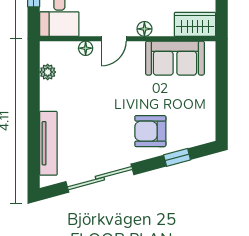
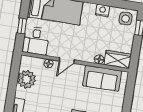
floor lamp: (144, 29) -> (99, 59), moved
plant: (48, 72) -> (27, 79), width x1.88, depth x1.88

